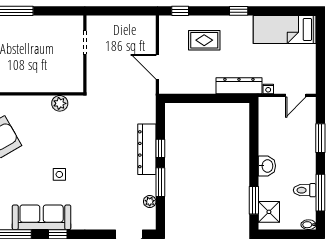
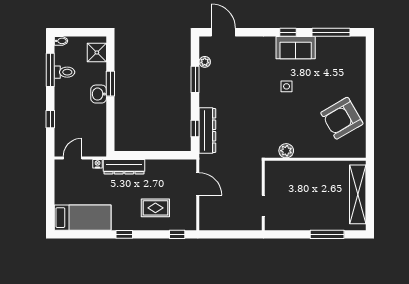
window: (320, 138) -> (50, 119), width x0.67
window: (160, 148) -> (195, 129), moved
dresser: (147, 149) -> (207, 131), moved
window: (254, 200) -> (110, 84), moved
sofa: (42, 217) -> (296, 48), width x0.73

